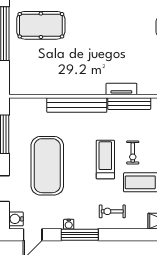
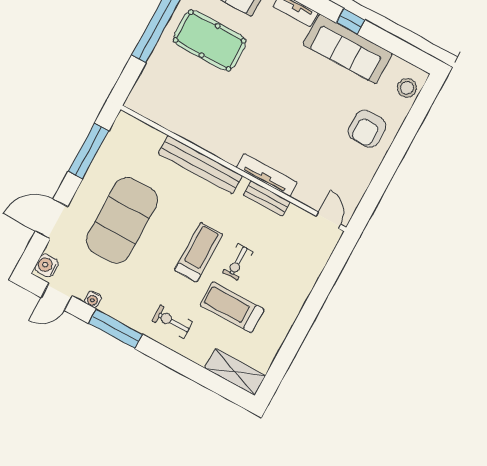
tv unit: (121, 89) -> (267, 175), width x1.41
bench: (129, 104) -> (267, 198), width x0.73
water cooler: (69, 224) -> (93, 299), moved

